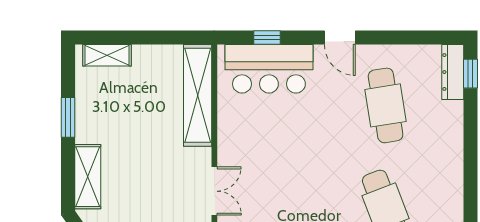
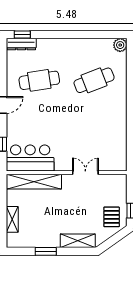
shelving: (107, 55) -> (12, 219), moved
bar counter: (269, 69) -> (30, 158), moved, turned -90

